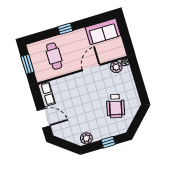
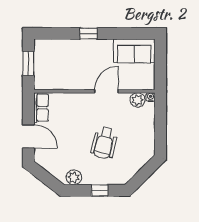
cafe table: (54, 56) -> (65, 63), removed
wheelchair: (116, 106) -> (104, 143), moved

